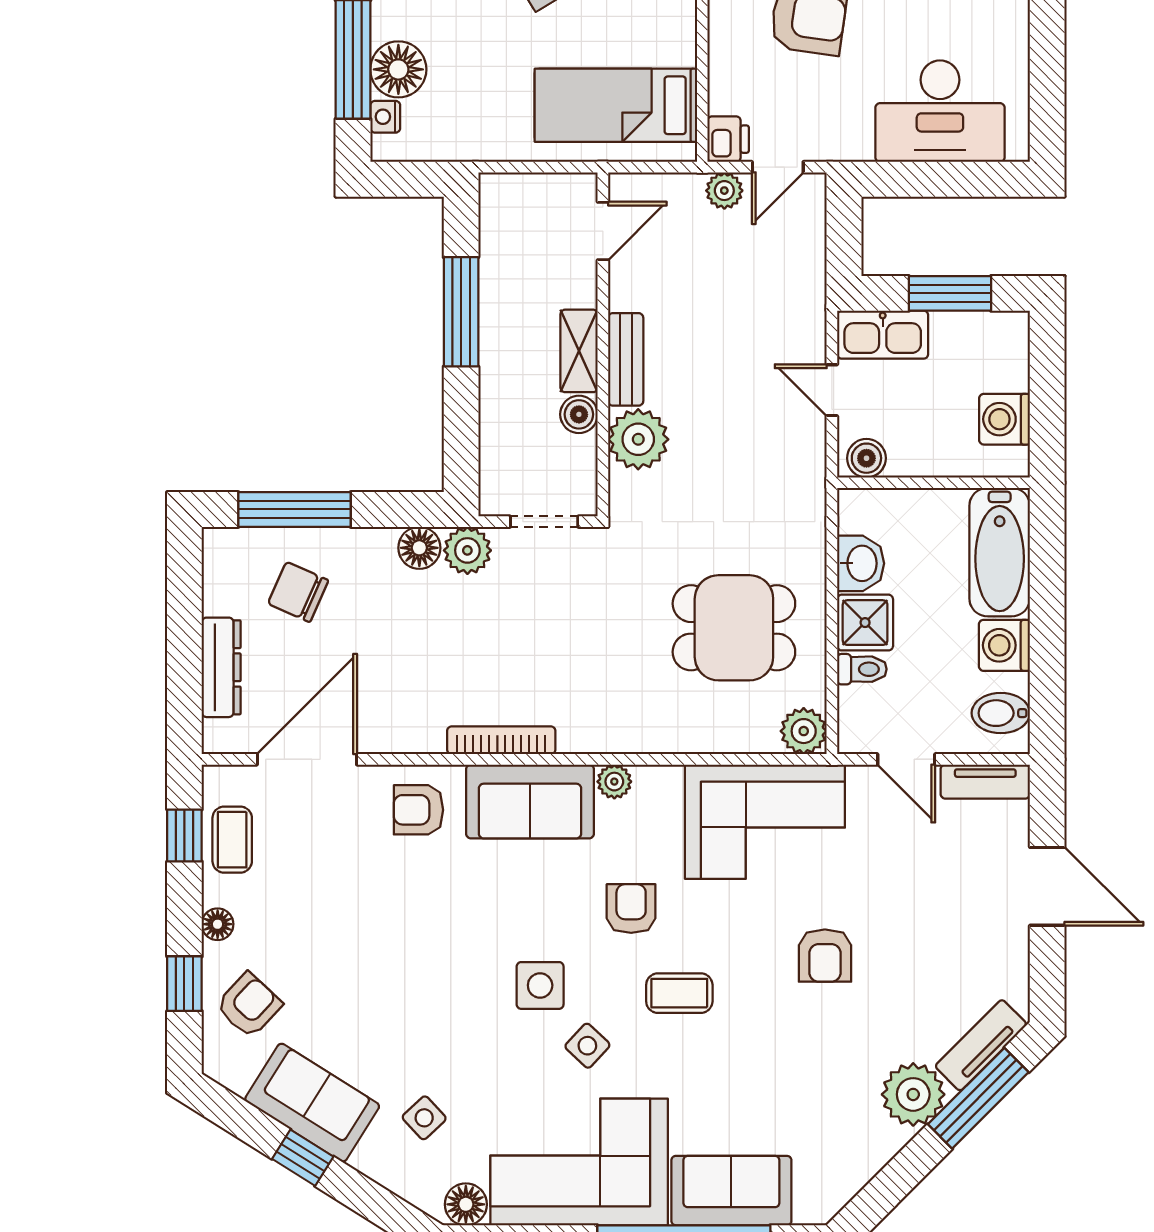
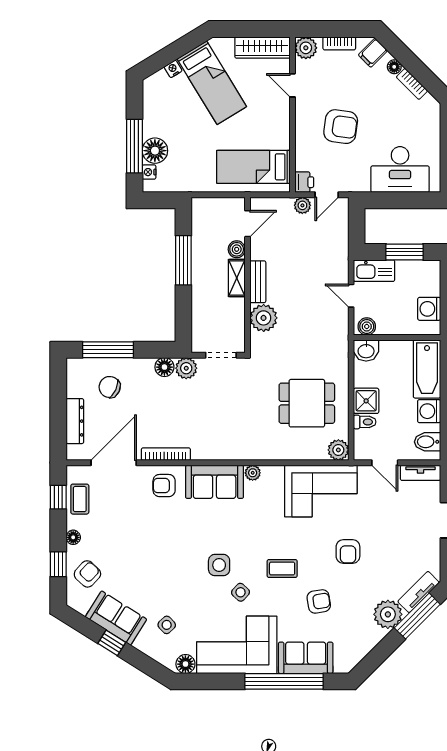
boiler: (579, 414) -> (237, 249), moved
washbasin: (861, 563) -> (366, 351), moved, turned 90
bookcase: (501, 740) -> (166, 454), moved
armchair: (631, 909) -> (319, 601), moved, turned 81

